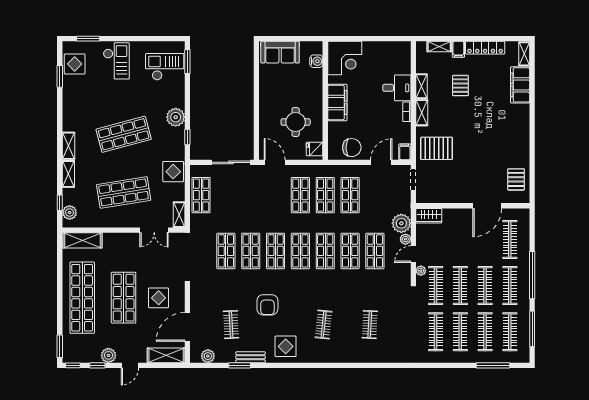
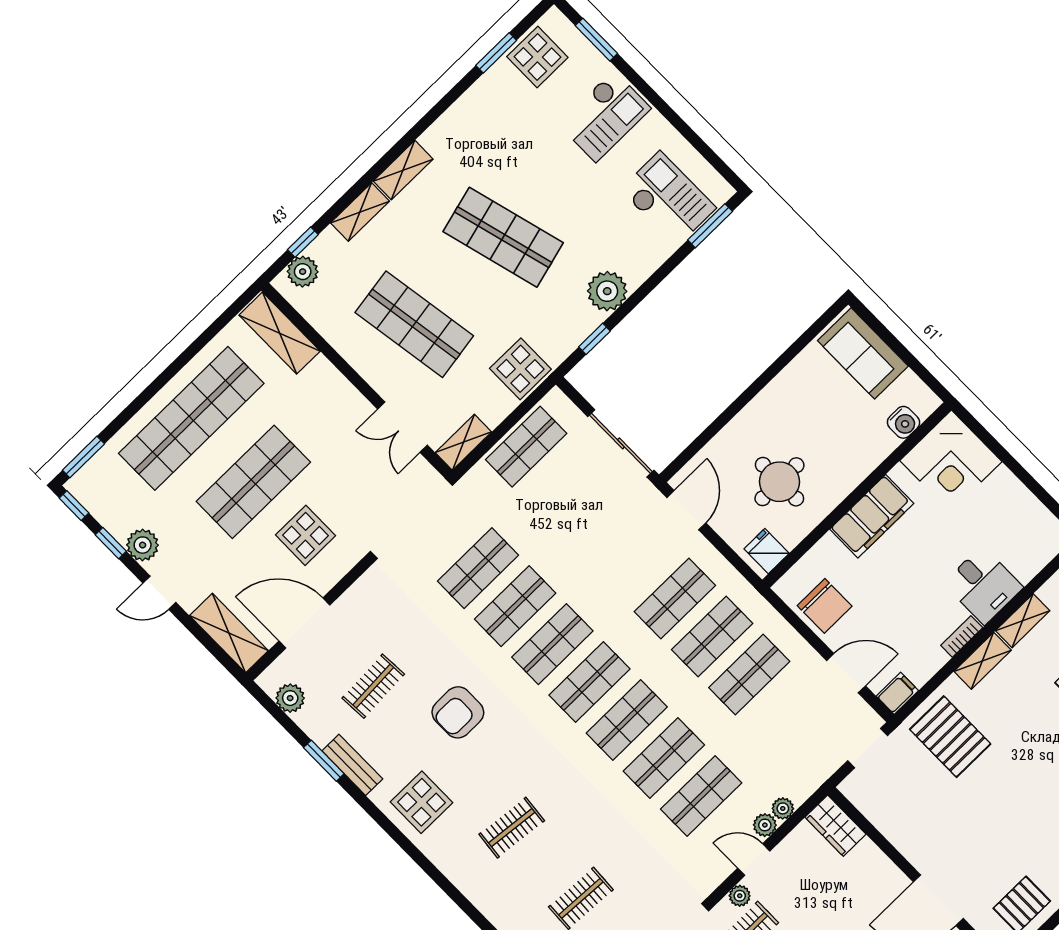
plant: (401, 223) -> (783, 808), width x0.53, depth x0.53

